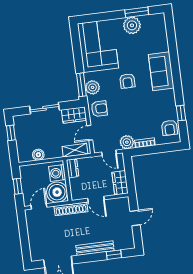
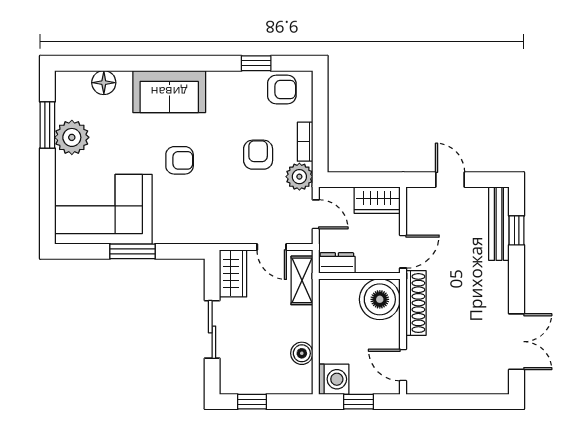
floor lamp: (162, 38) -> (104, 83), added
window: (81, 85) -> (132, 251), moved
plant: (93, 87) -> (183, 230), removed
armchair: (99, 109) -> (258, 155), moved
door: (109, 153) -> (316, 214), hinge flipped
dresser: (73, 168) -> (337, 263), moved
washing machine: (57, 173) -> (334, 379), moved, turned -90
wall: (67, 180) -> (359, 276), moved
boiler: (57, 192) -> (380, 299), moved
bench: (95, 248) -> (499, 224), moved

